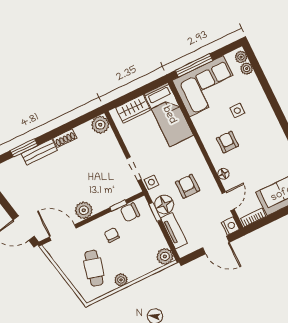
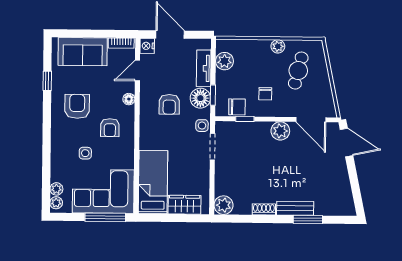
armchair: (264, 146) -> (77, 106), added
plant: (165, 256) -> (224, 61), moved

